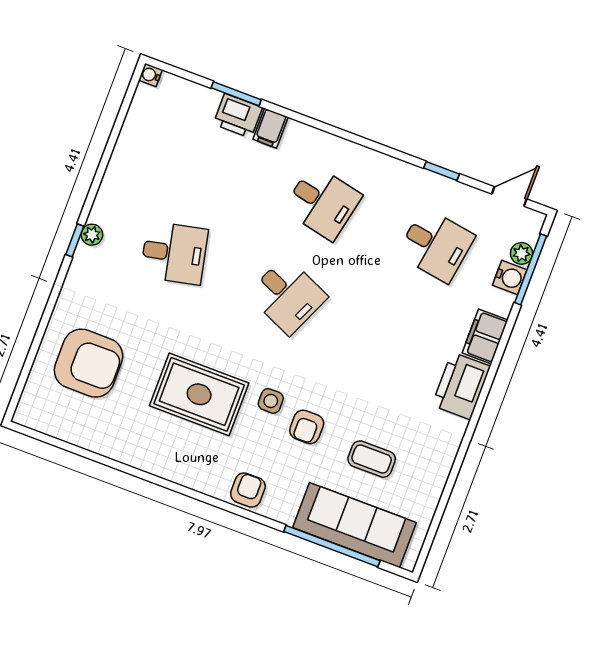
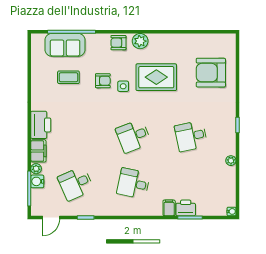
plant: (92, 235) -> (231, 161), moved
desk: (436, 245) -> (76, 183), turned -33
plant: (521, 253) -> (36, 169), moved
desk: (287, 296) -> (133, 136), turned -45
armchair: (307, 427) -> (103, 81), turned 90
plant: (204, 477) -> (140, 41), added
armchair: (248, 490) -> (118, 43), turned 90
sofa: (354, 525) -> (65, 45), width x0.73

